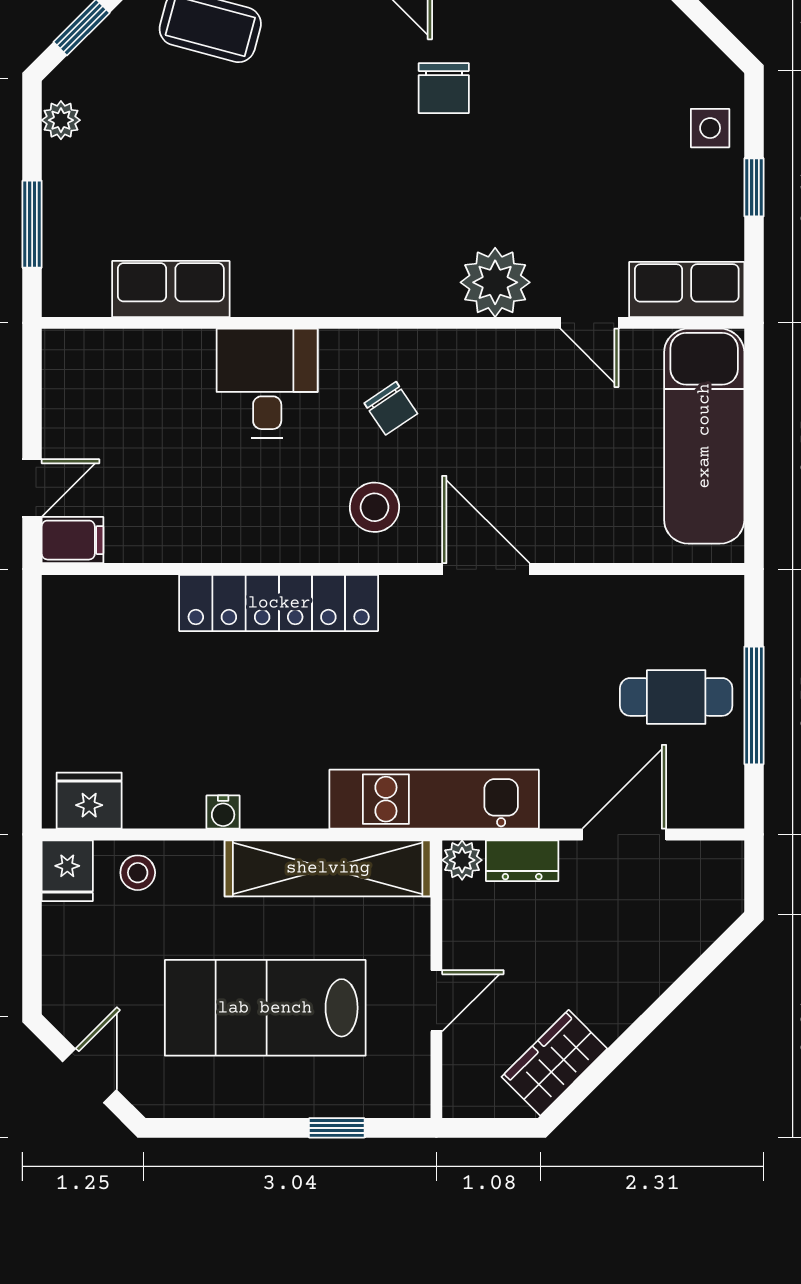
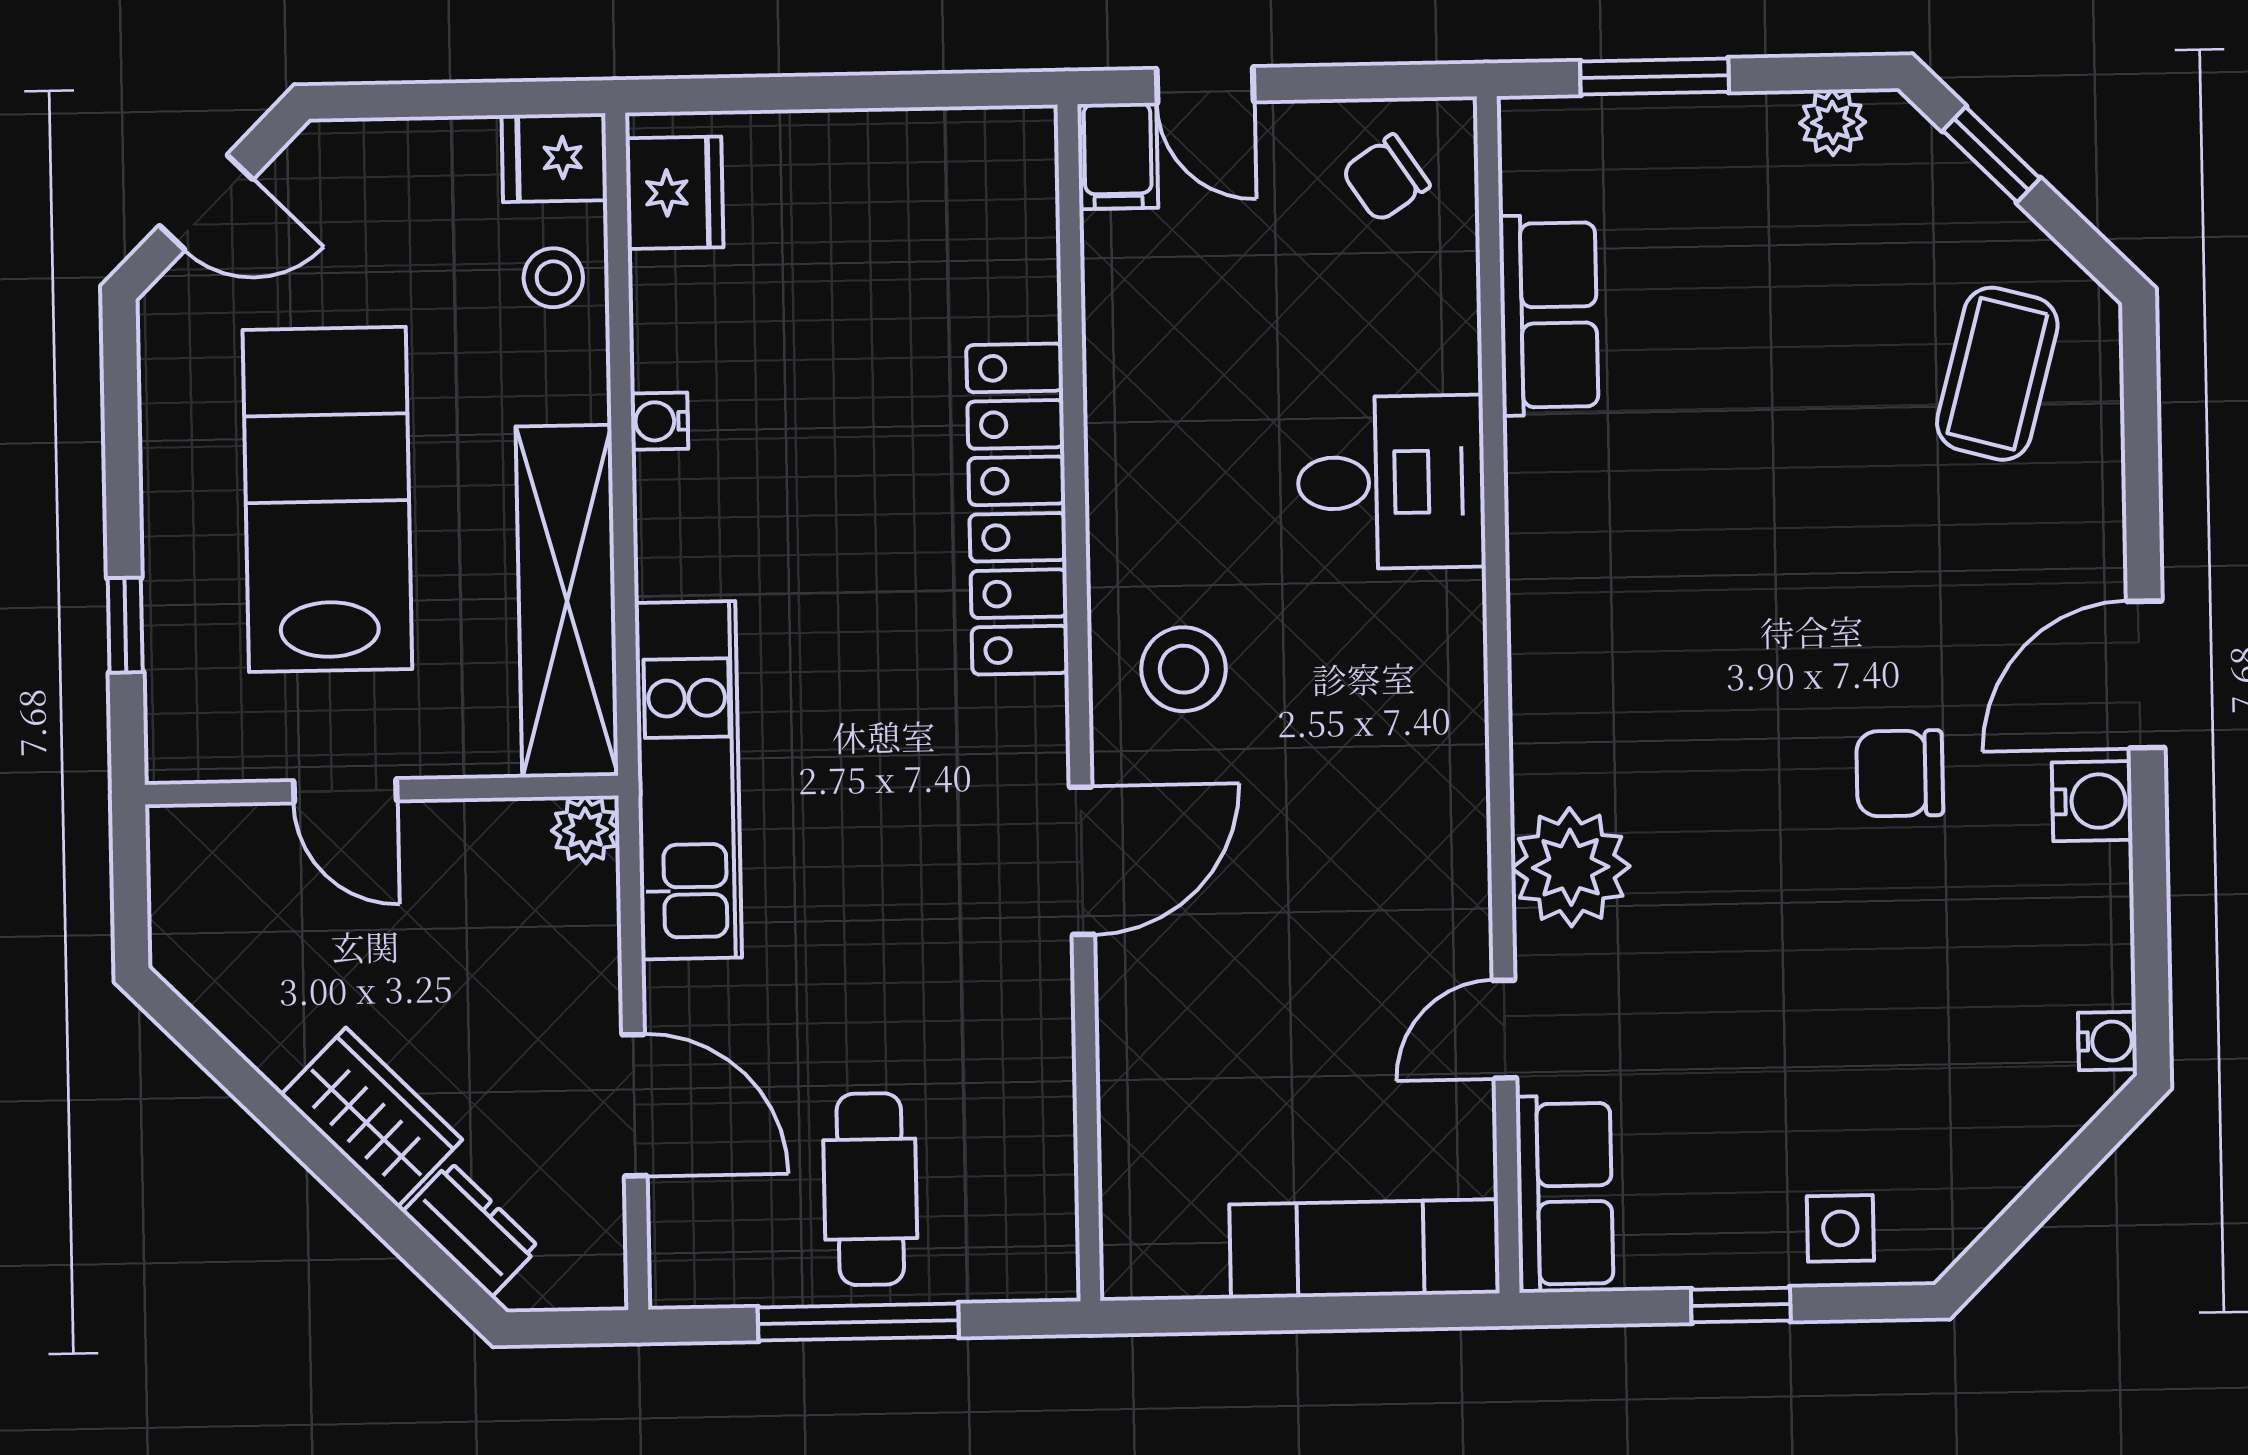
chair: (391, 408) -> (1386, 178), moved
exam couch: (704, 436) -> (1365, 1249), width x0.73, depth x0.69
dresser: (522, 861) -> (471, 1230), moved, turned 135
wardrobe: (554, 1063) -> (372, 1117), moved

